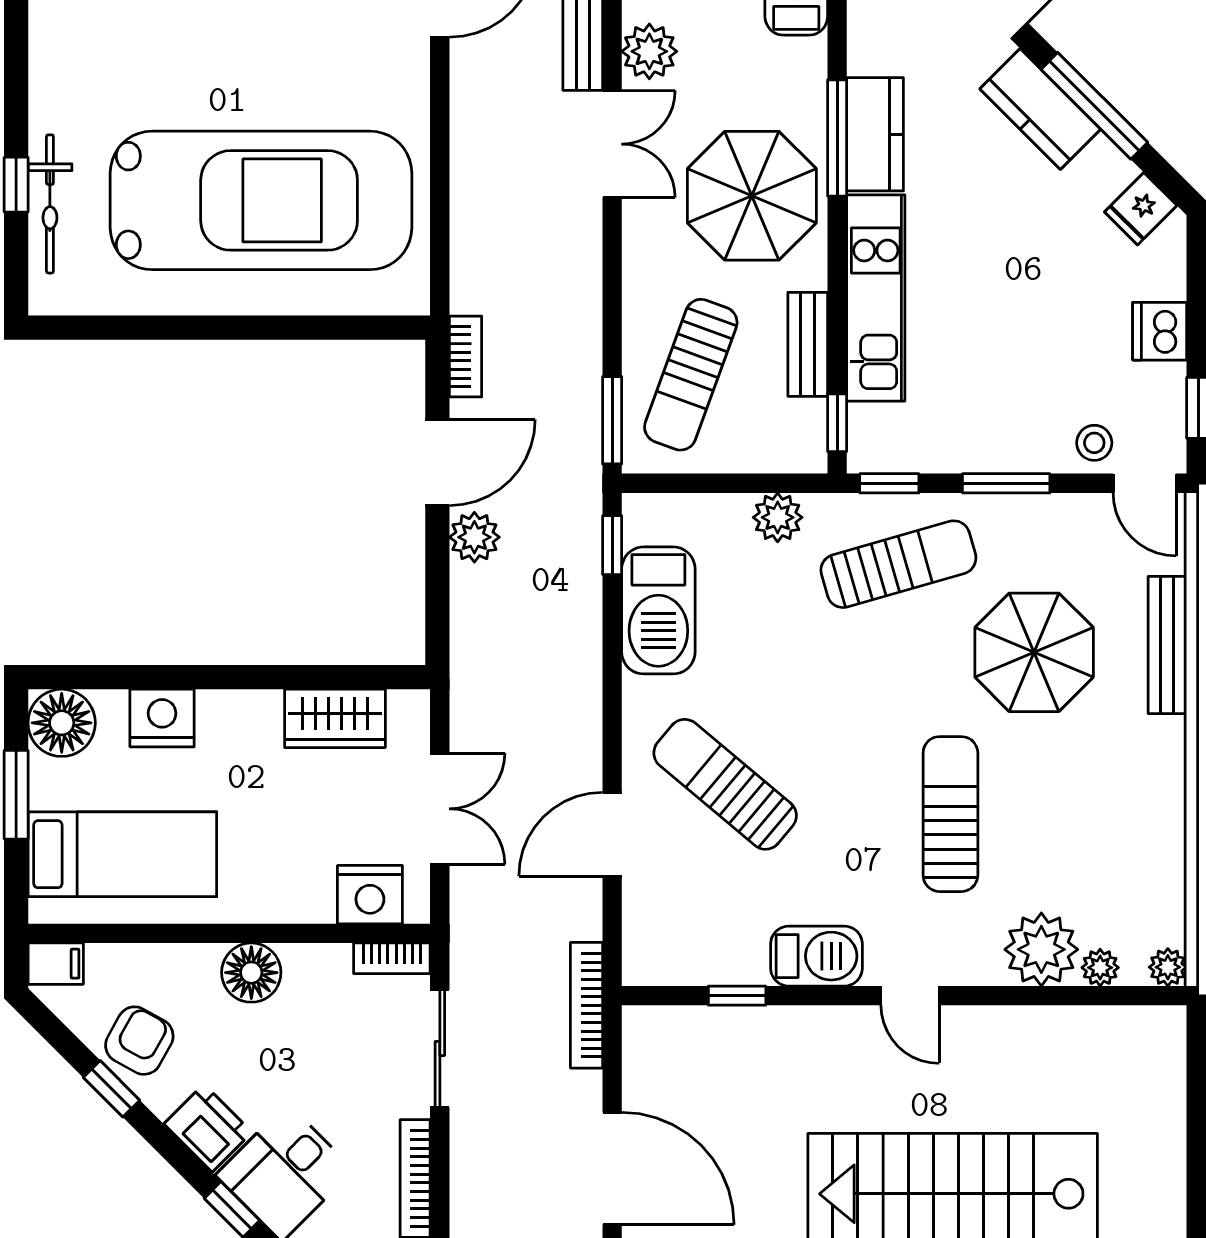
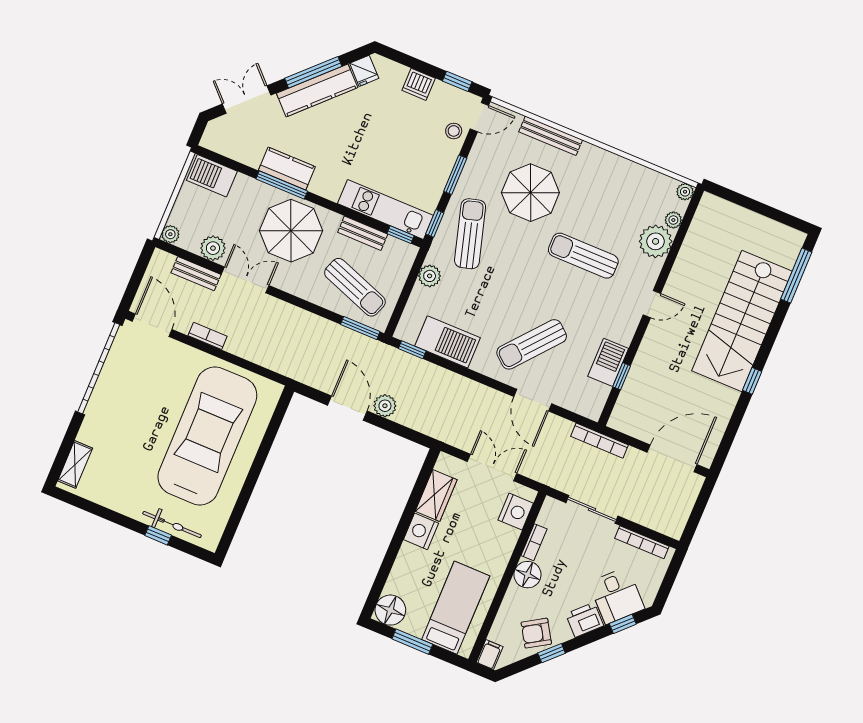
kitchen counter: (1040, 109) -> (317, 90), width x1.50
kitchen unit: (876, 298) -> (385, 209), moved
bookcase: (466, 356) -> (208, 336), moved
nightstand: (162, 718) -> (421, 531), moved
barbecue: (816, 956) -> (608, 362), moved
bookcase: (392, 958) -> (534, 542), moved
armchair: (139, 1041) -> (536, 633), turned -61

